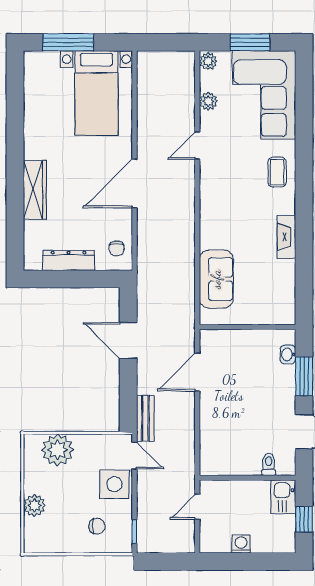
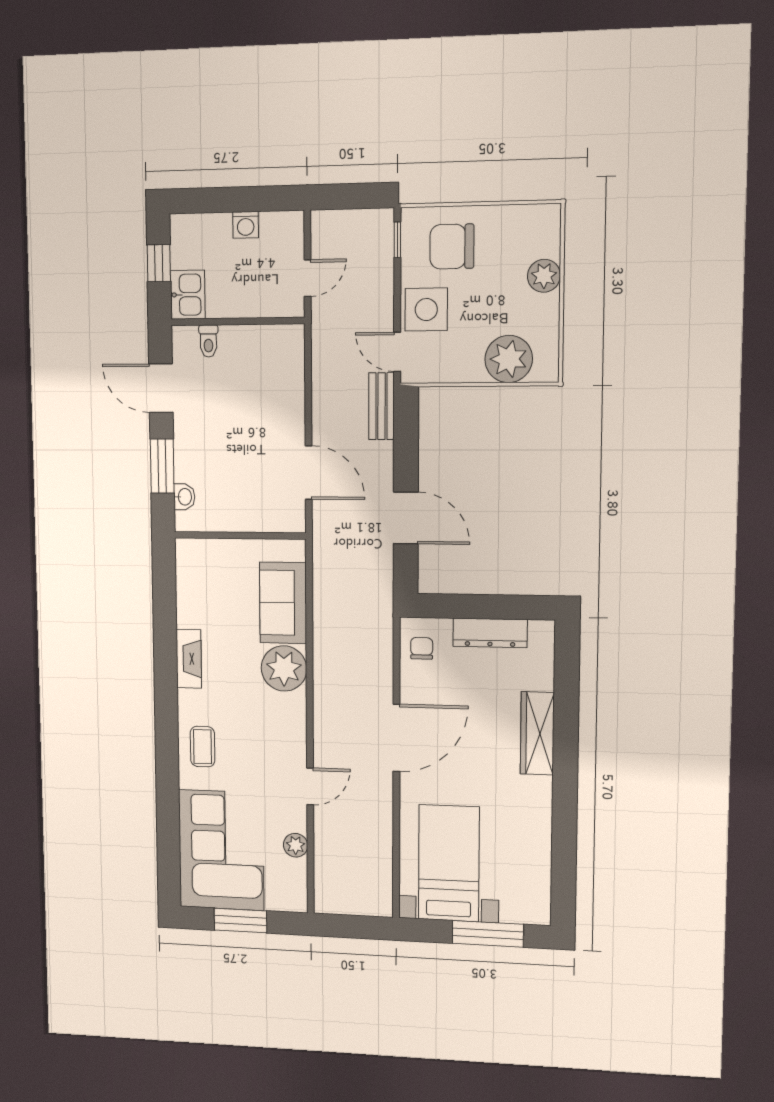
plant: (208, 61) -> (284, 668), moved, width x1.87, depth x1.87
door: (197, 372) -> (309, 472), hinge flipped
chair: (97, 526) -> (452, 247), width x1.87, depth x1.87

